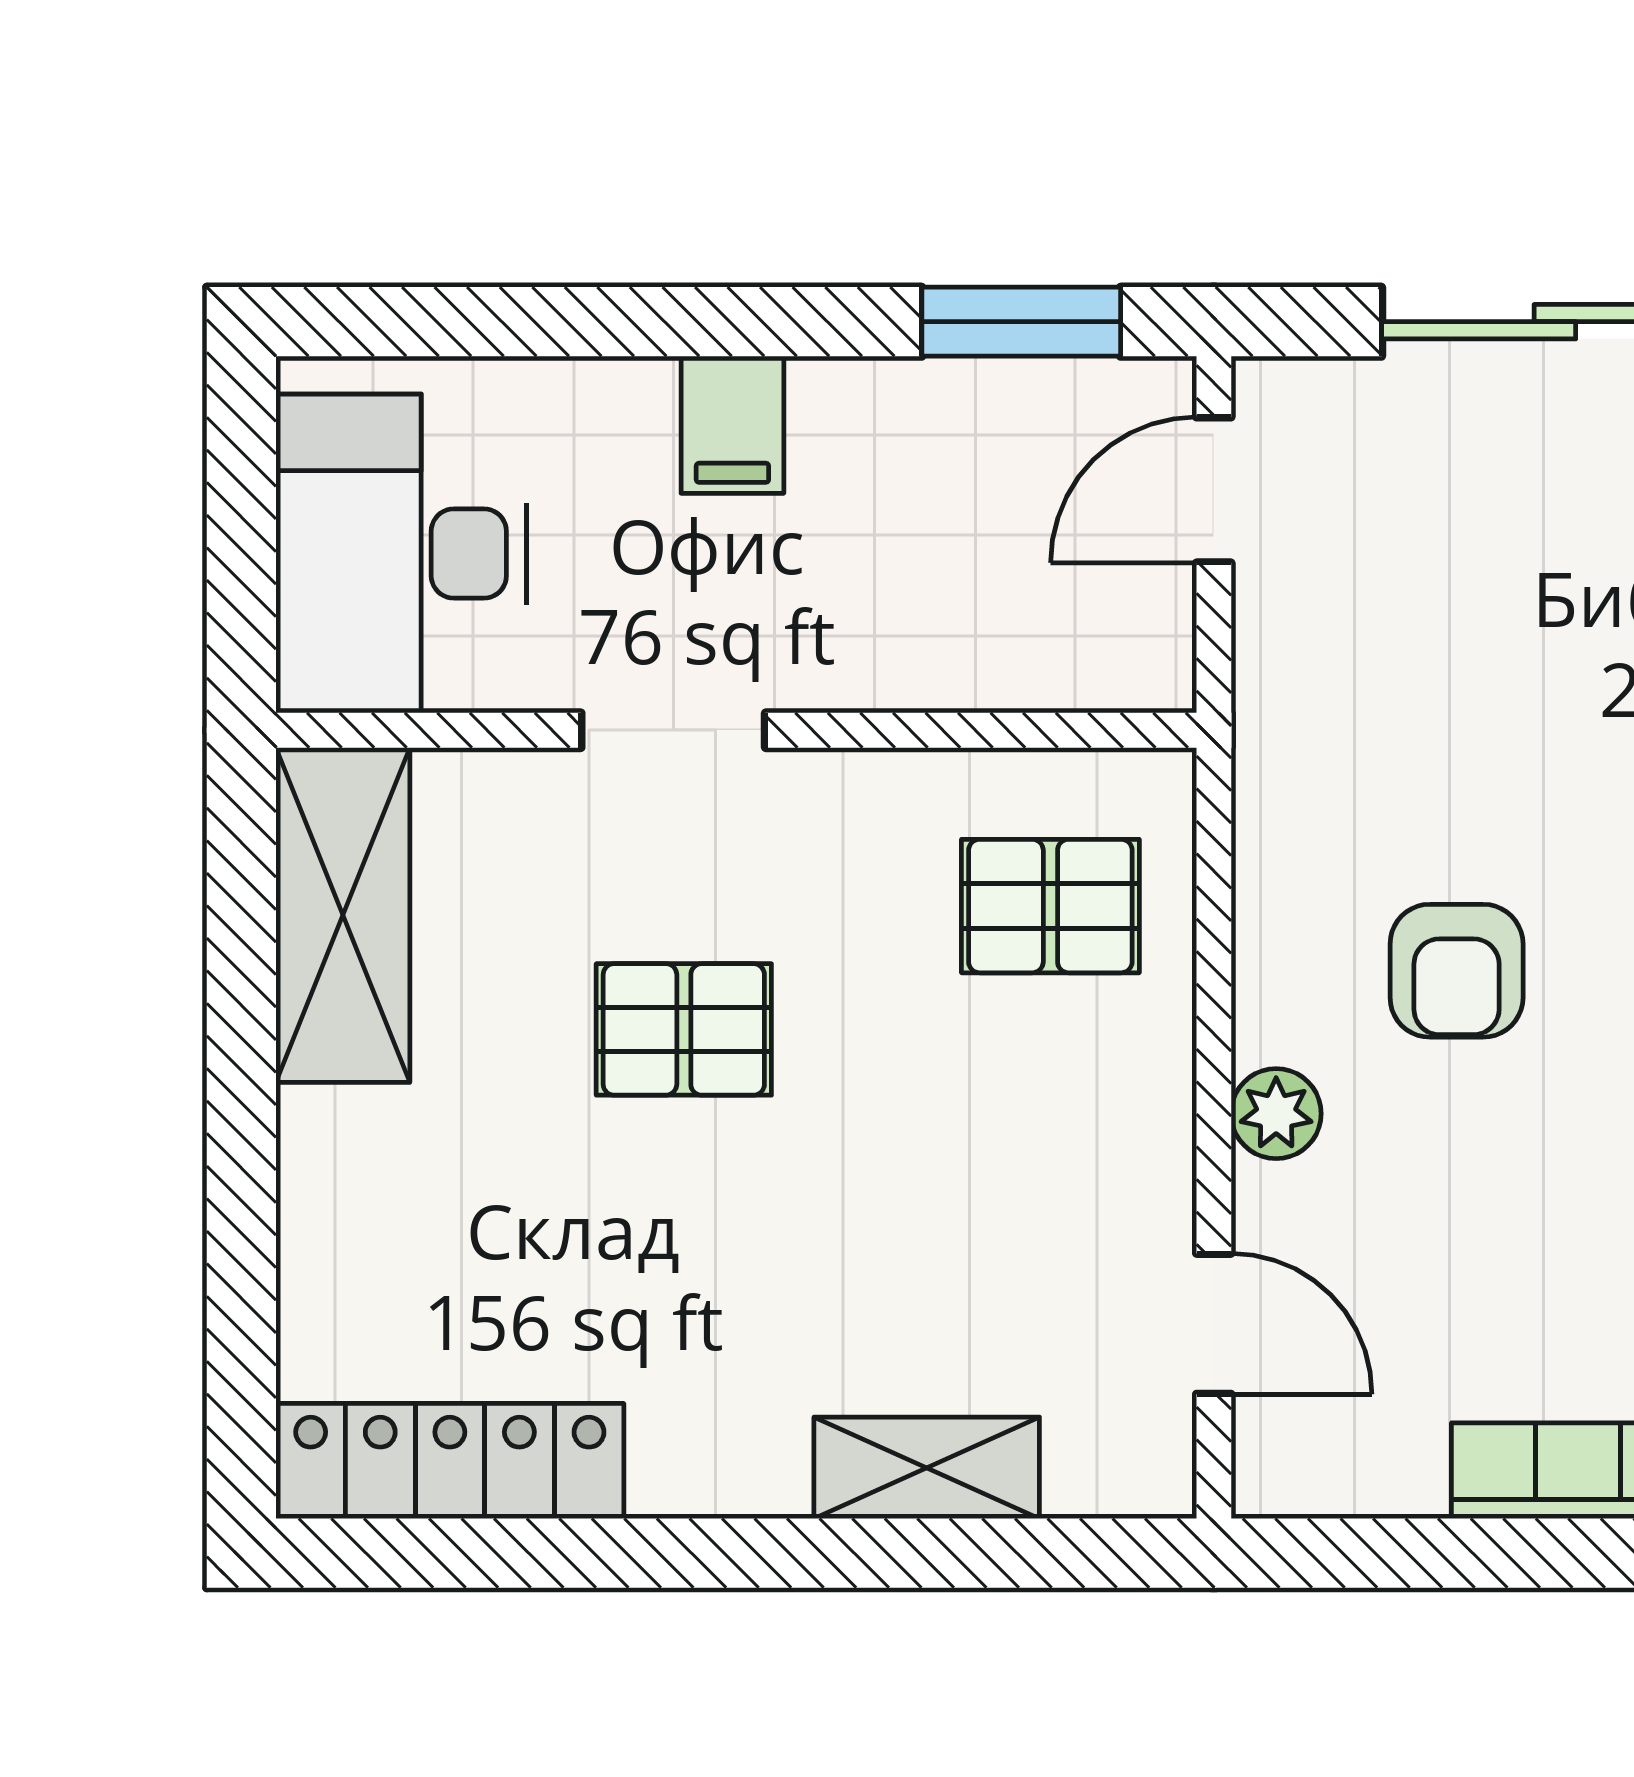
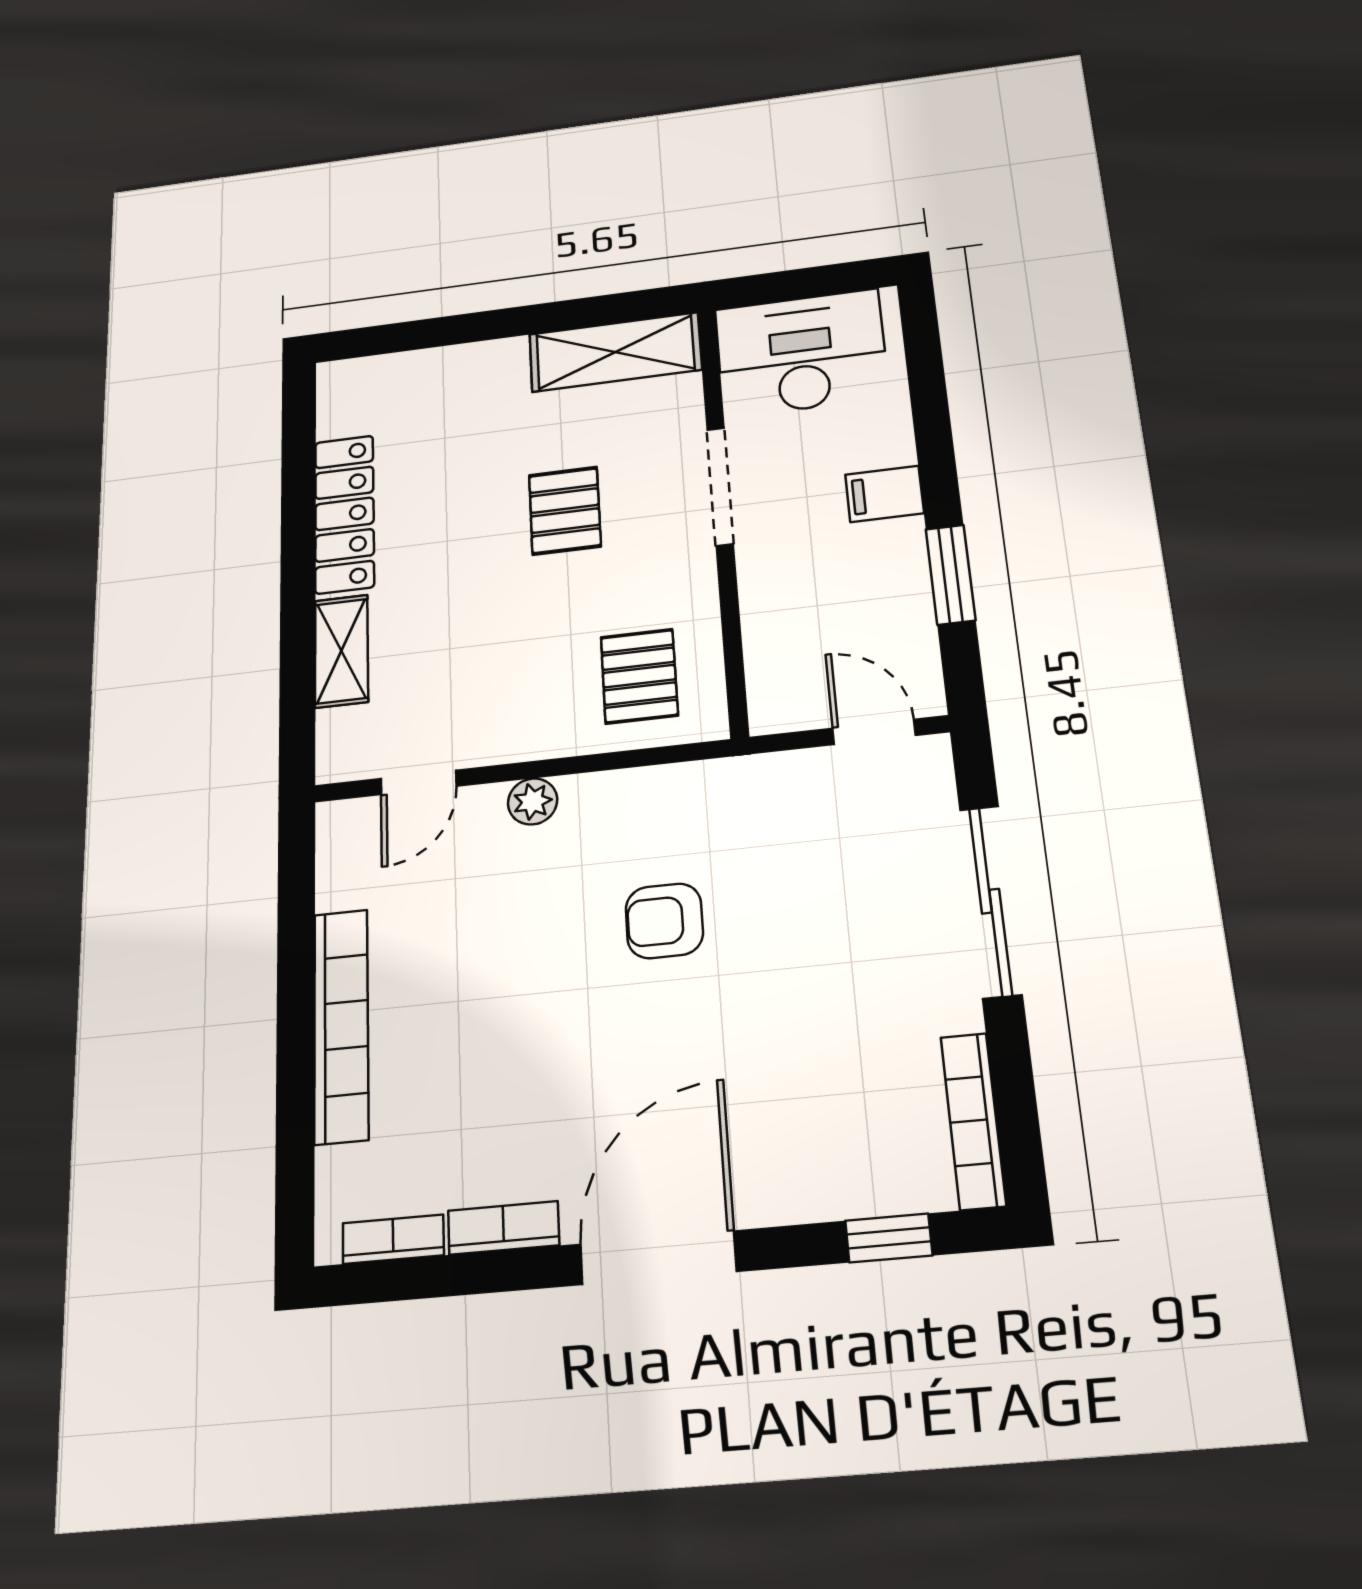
window: (1021, 322) -> (951, 575), moved
doorway: (673, 730) -> (720, 486), width x1.38
armchair: (1457, 971) -> (664, 921), moved
locker: (450, 1461) -> (344, 514), moved

